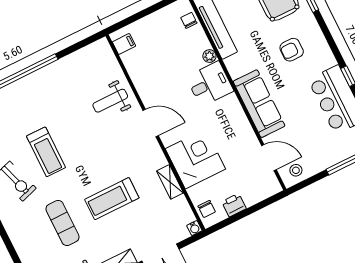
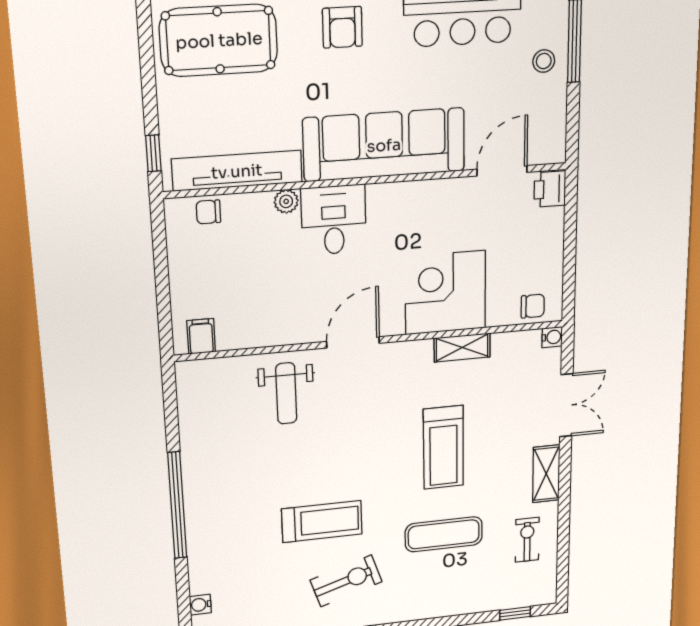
armchair: (292, 50) -> (342, 27), moved
sofa: (259, 104) -> (384, 145), width x1.36, depth x1.27
stool: (296, 170) -> (544, 61), moved
printer: (234, 205) -> (550, 189), moved

